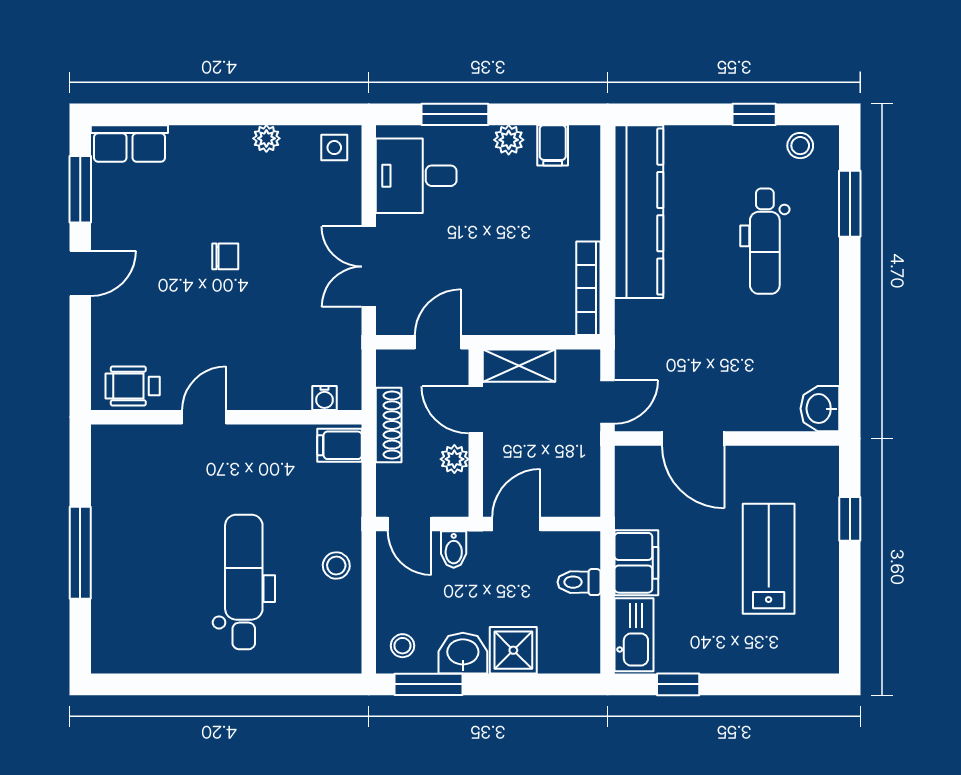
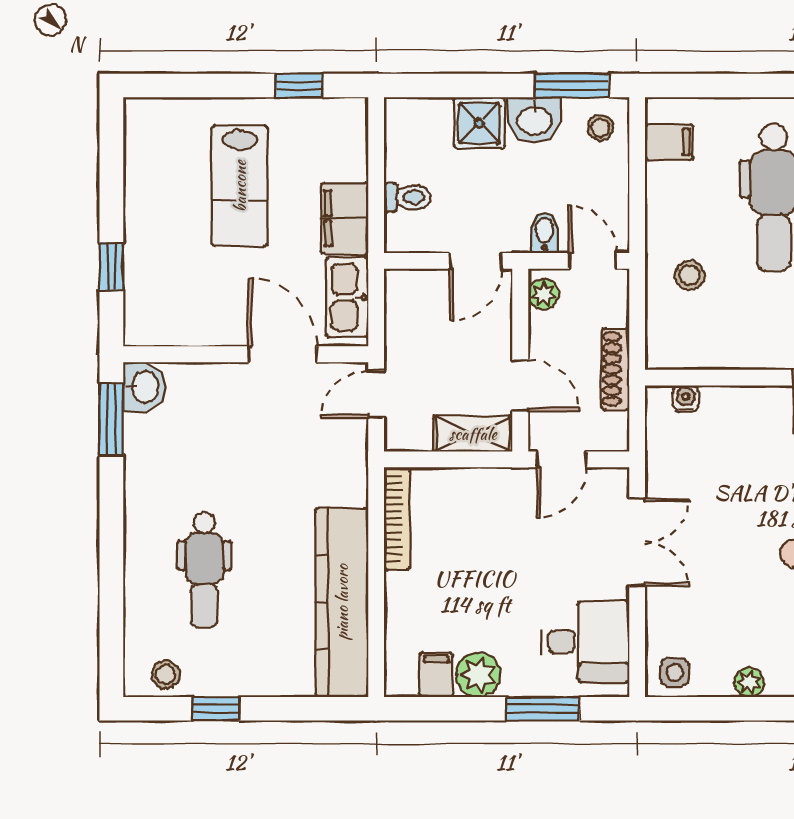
plant: (509, 140) -> (478, 675), width x1.38, depth x1.38
window: (850, 204) -> (111, 419), moved
dental chair: (765, 241) -> (204, 570), turned 180
filing cabinet: (340, 445) -> (669, 142), moved
plant: (454, 459) -> (544, 294), moved
lab bench: (769, 559) -> (240, 186), moved
stool: (336, 566) -> (689, 275), moved
kitchen sink: (634, 635) -> (347, 297), moved

